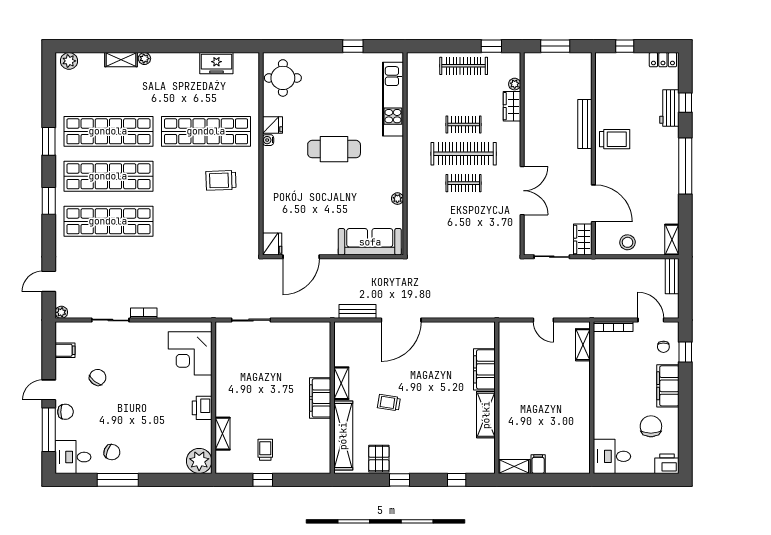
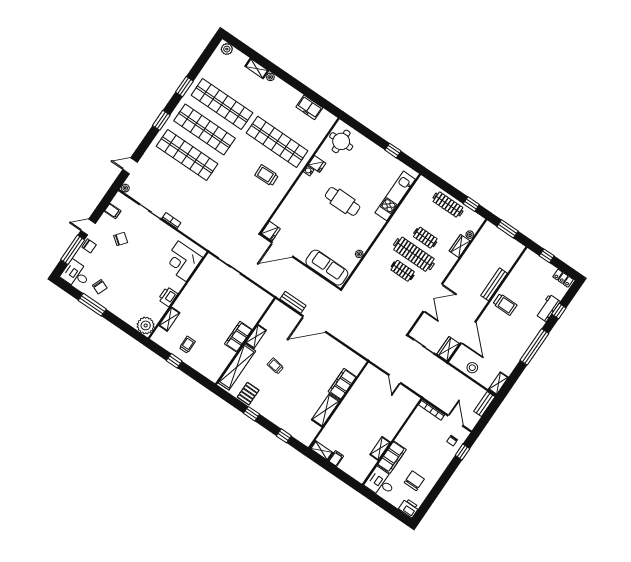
shelving: (583, 345) -> (380, 448), moved
filing cabinet: (668, 386) -> (392, 457), moved, turned 180

